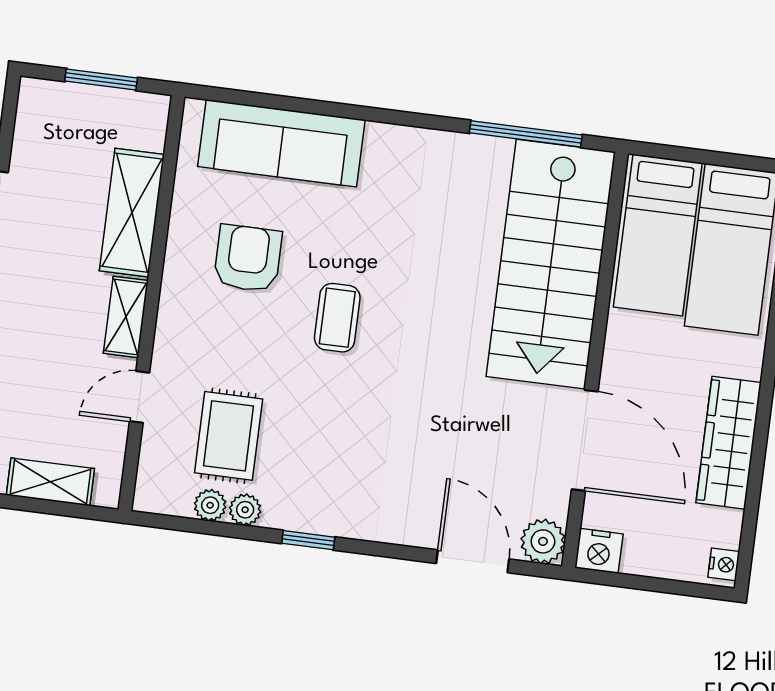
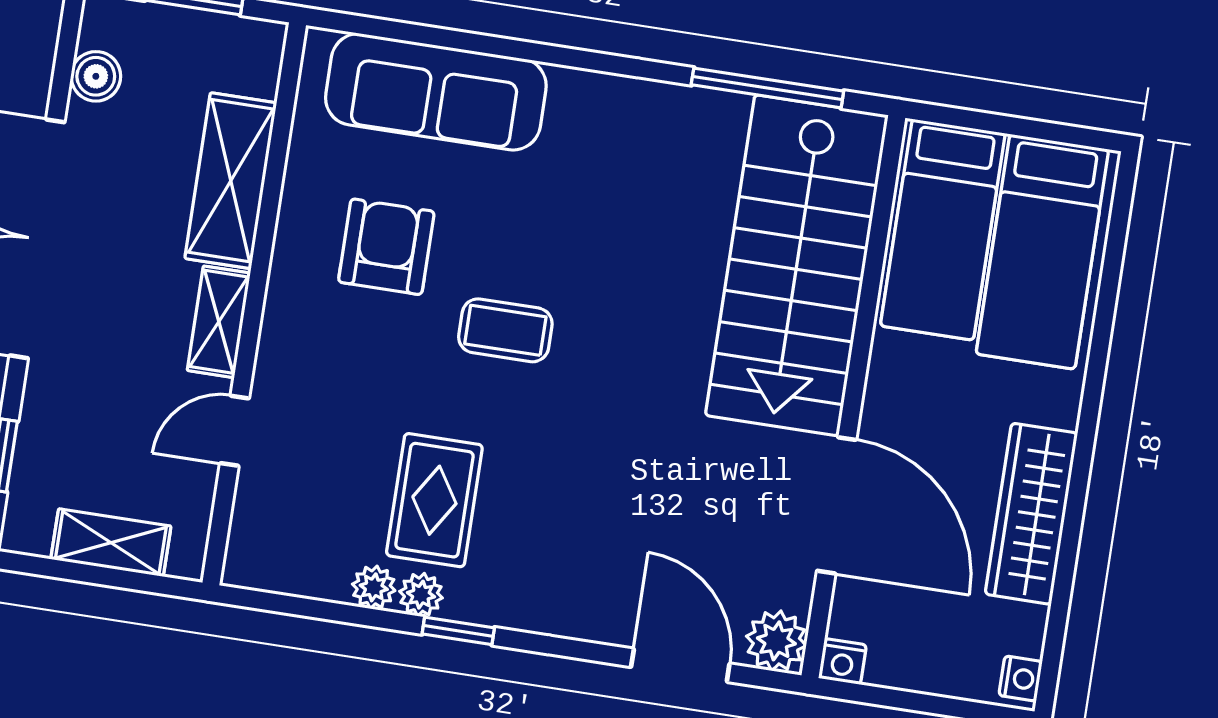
boiler: (30, 138) -> (96, 76), added
coffee table: (337, 318) -> (505, 330), turned 90
rug: (229, 436) -> (434, 500), moved
plant: (210, 505) -> (421, 595), moved
nightstand: (599, 551) -> (842, 661), width x0.72, depth x0.74

